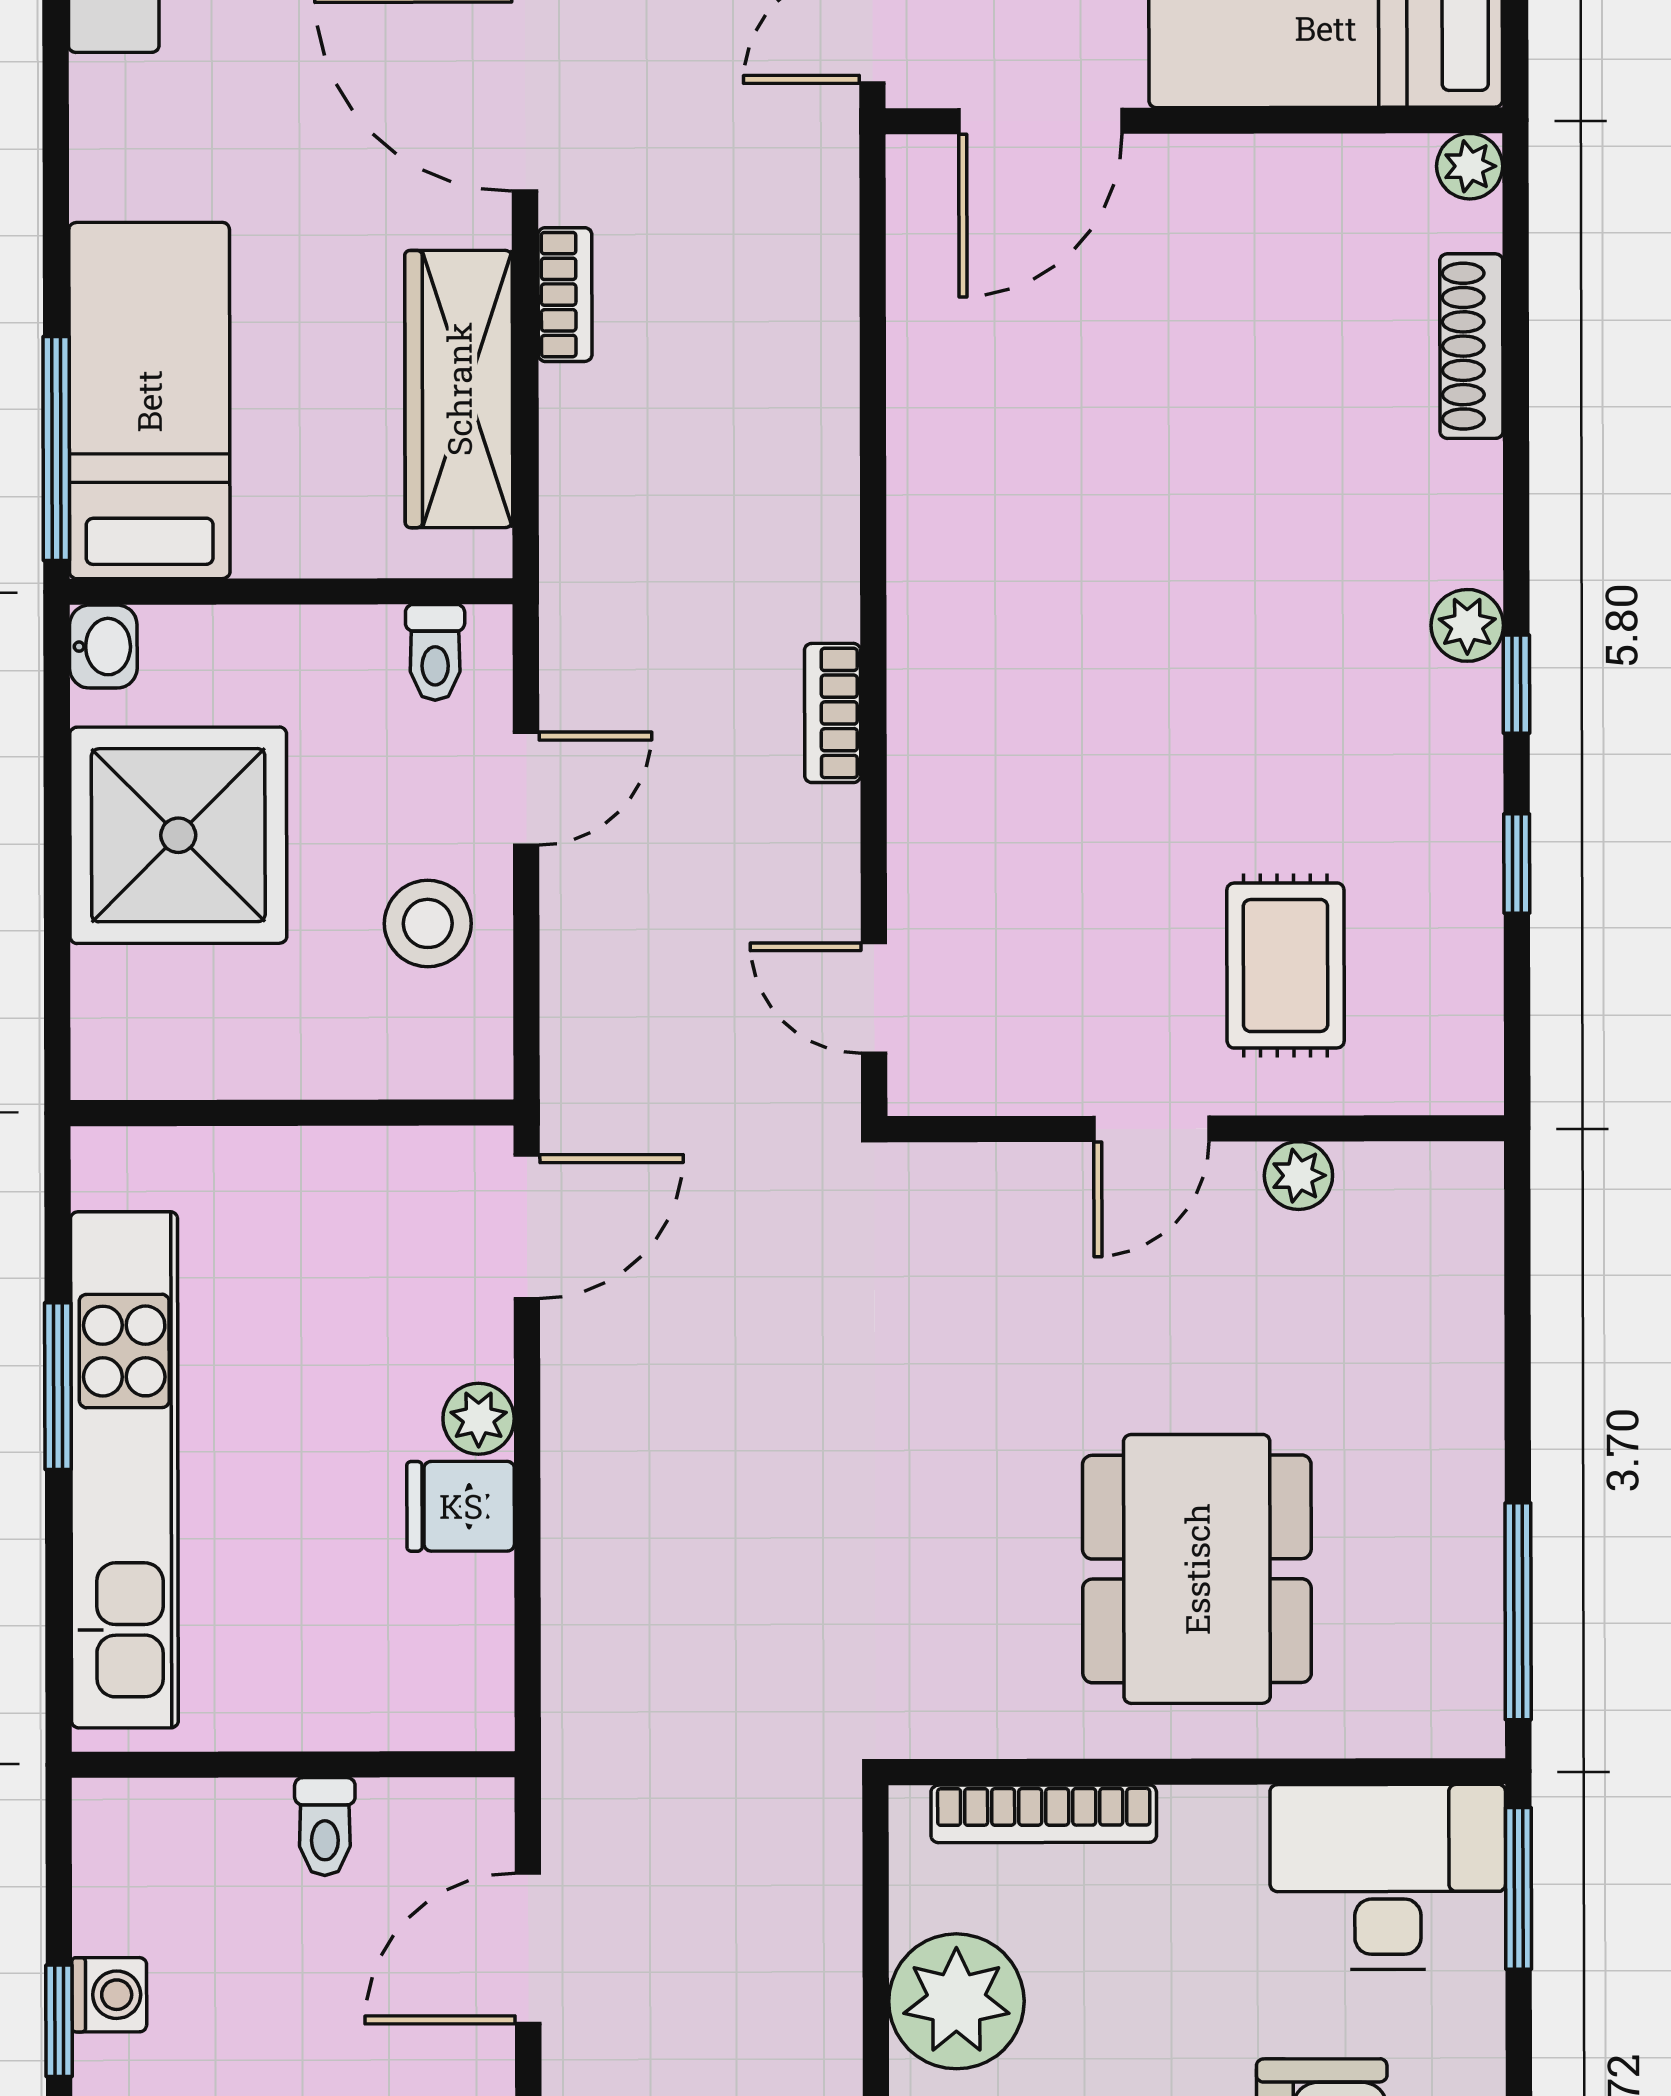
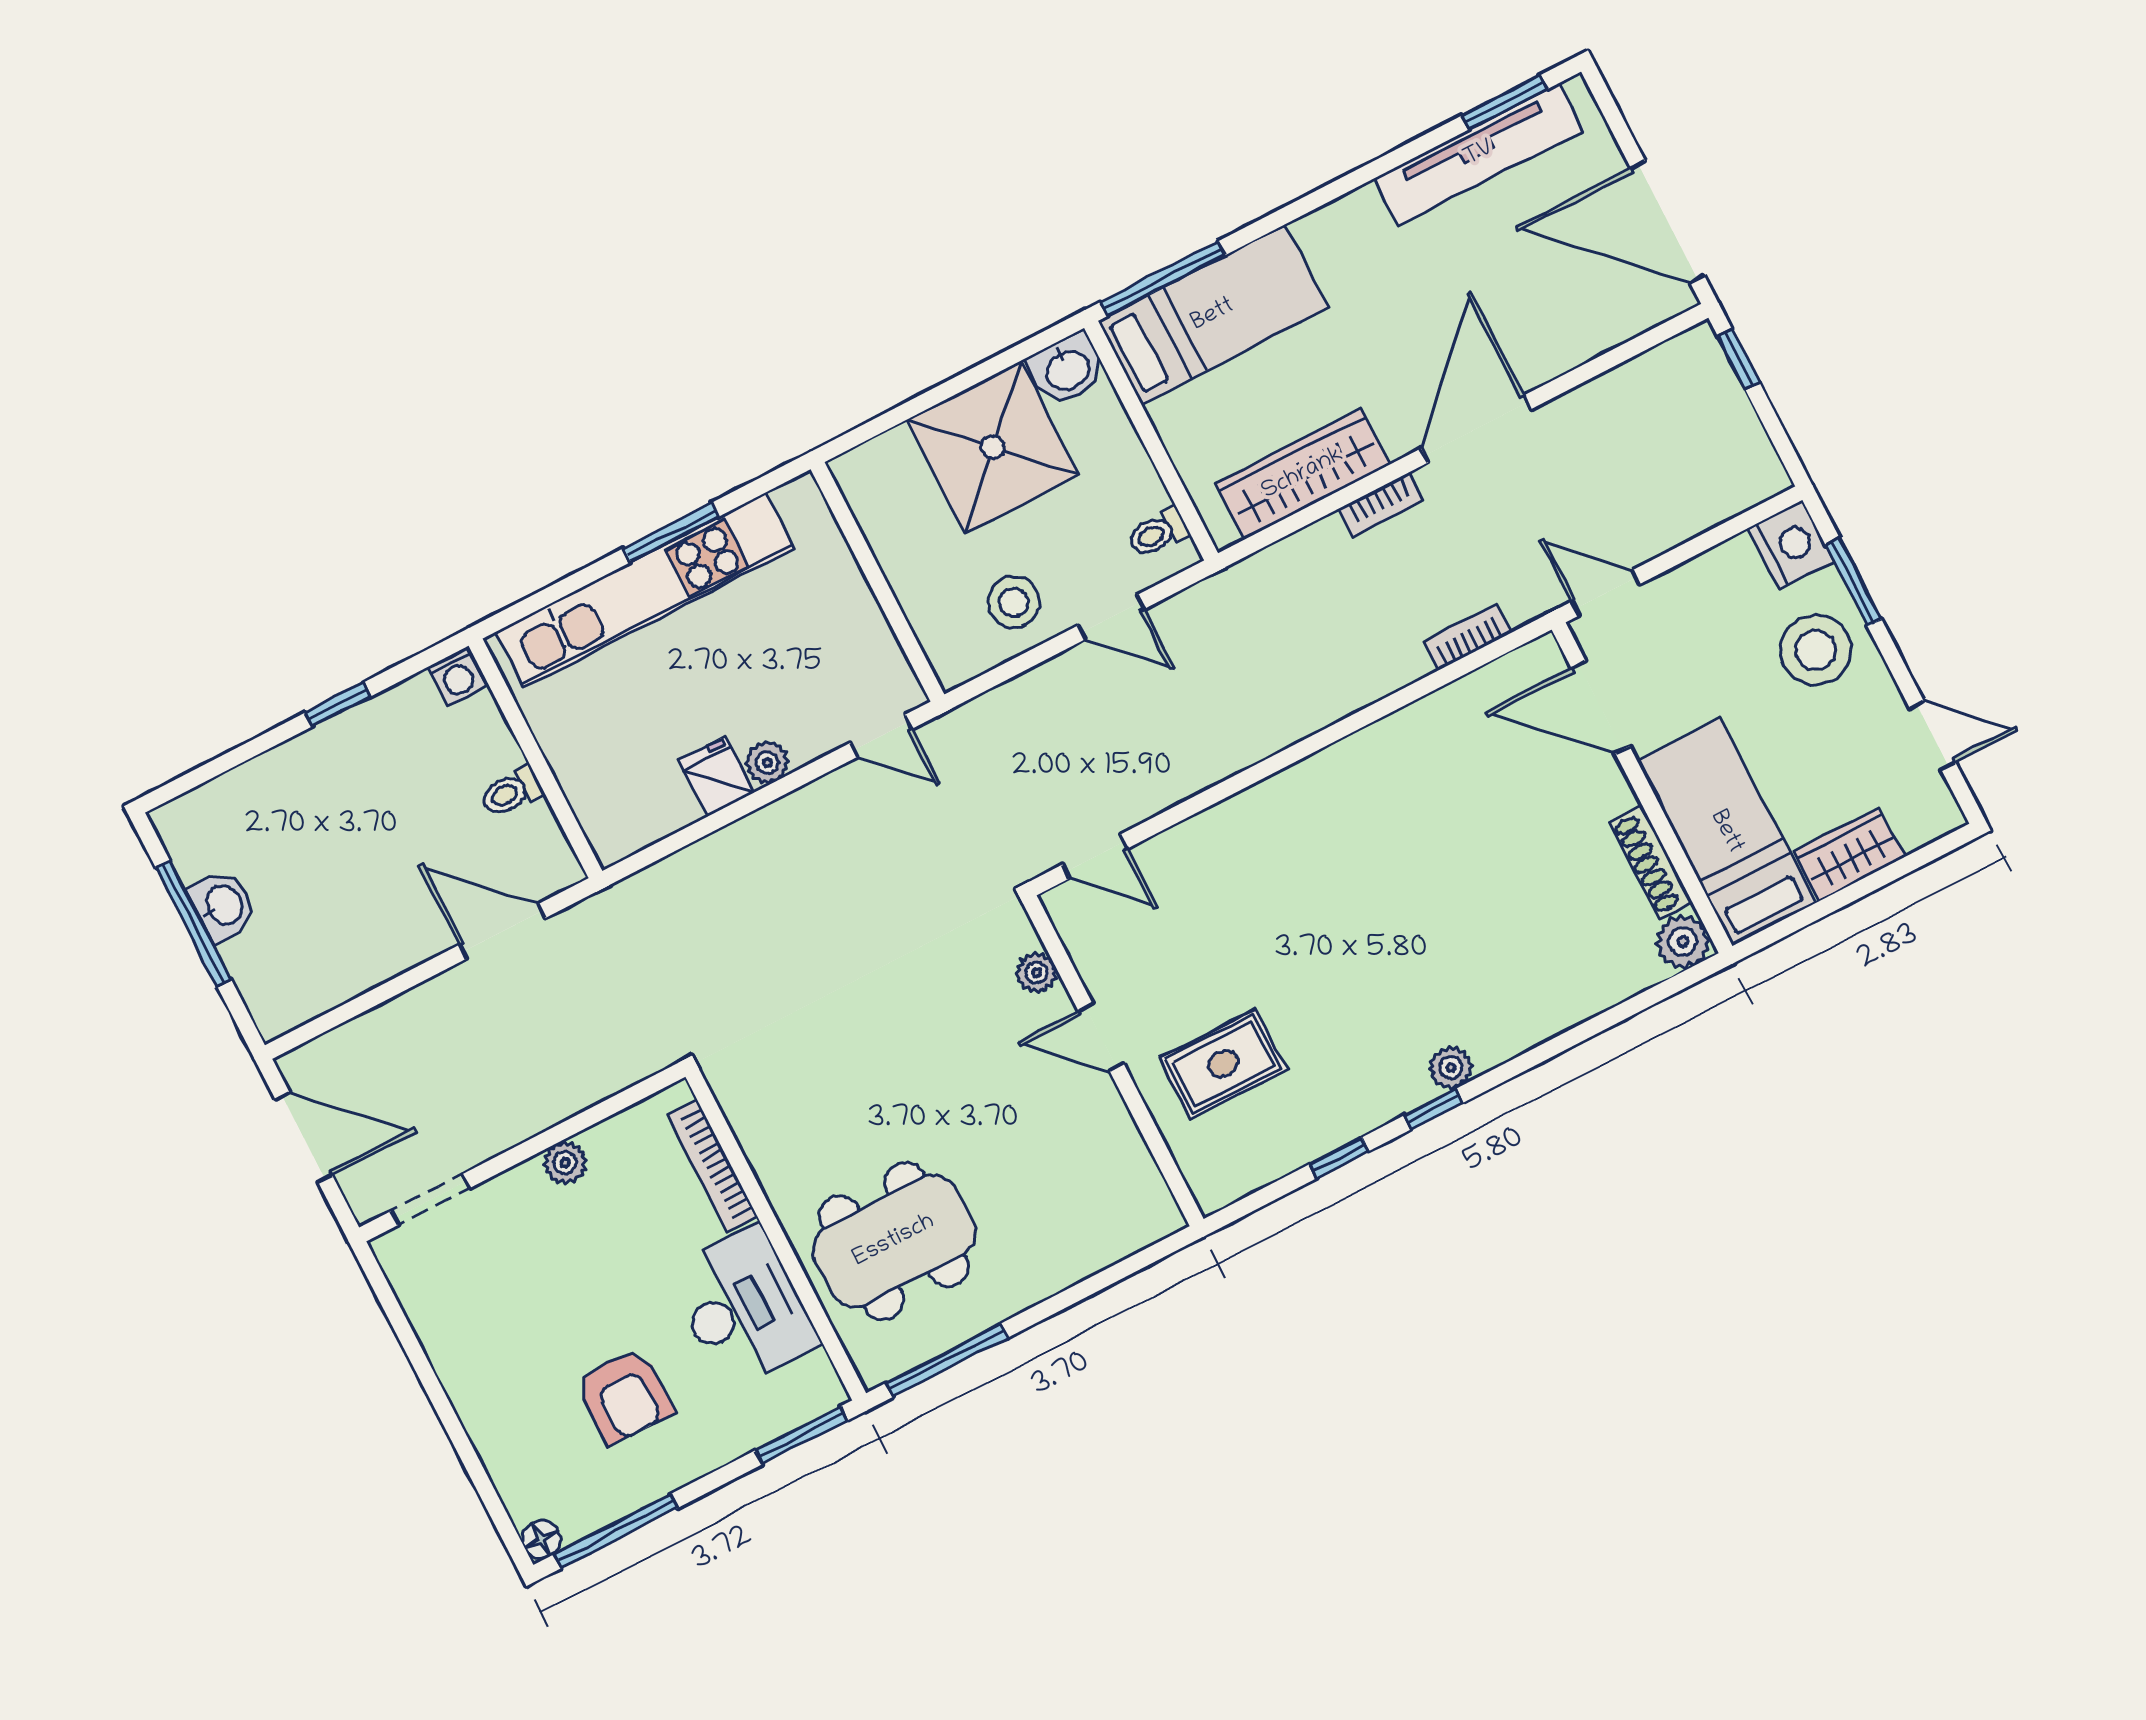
plant: (1470, 166) -> (1683, 942), width x1.38, depth x1.38
shoe rack: (1471, 346) -> (1651, 862), moved, turned -90
washbasin: (103, 647) -> (1067, 369), width x1.38, depth x1.45
bookcase: (833, 713) -> (1468, 637), moved
door: (874, 998) -> (1095, 857), swing flipped
plant: (1298, 1176) -> (1036, 973), moved
door: (527, 1227) -> (881, 736), width x0.73
dining table: (1197, 1569) -> (894, 1241), moved
desk: (1388, 1877) -> (743, 1308), moved
washing machine: (109, 1995) -> (457, 676), moved
plant: (956, 2001) -> (565, 1163), width x0.53, depth x0.53

